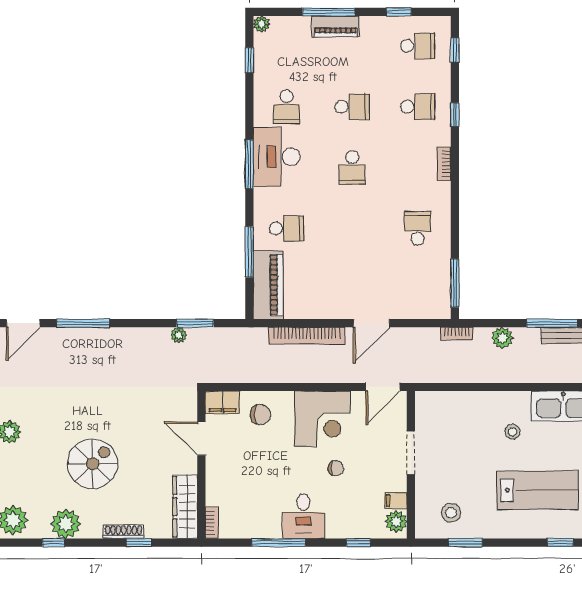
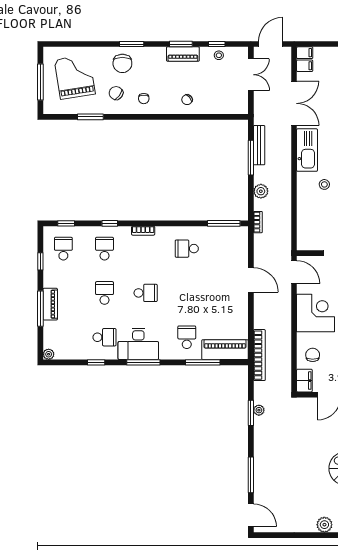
window: (249, 60) -> (96, 362), moved
window: (195, 323) -> (251, 413), moved
bookcase: (307, 336) -> (259, 355), moved

